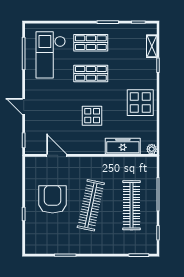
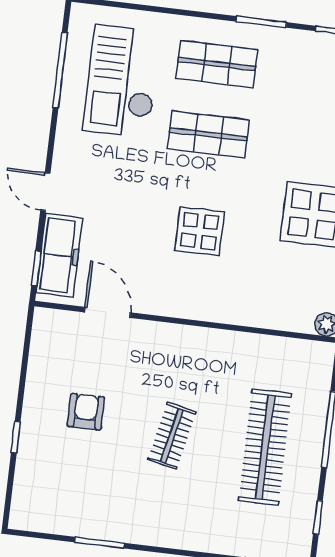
freezer: (123, 146) -> (59, 255), moved, turned 90
armchair: (52, 199) -> (86, 412), width x0.53, depth x0.53
clothes rail: (91, 205) -> (172, 436), width x0.54, depth x0.76

